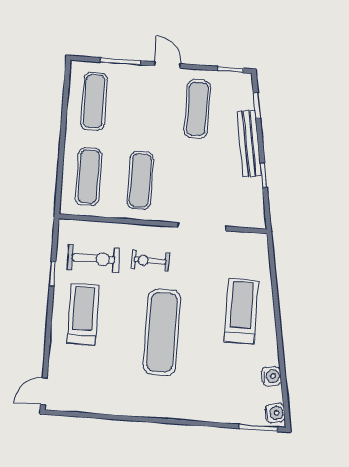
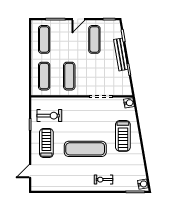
door: (168, 65) -> (78, 19), swing flipped
exercise bike: (150, 261) -> (104, 180), moved
treadmill: (241, 311) -> (123, 136), turned 180
exercise mat: (162, 332) -> (85, 149), turned 90
water cooler: (271, 376) -> (129, 103), moved
door: (44, 391) -> (30, 171), moved

